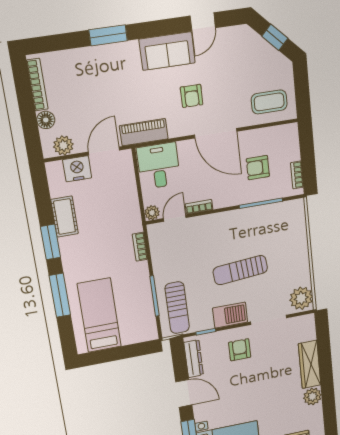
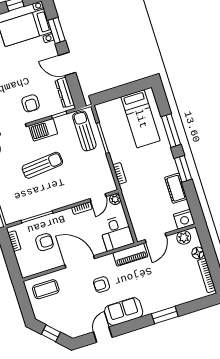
armchair: (192, 96) -> (101, 285), turned -90
nightstand: (77, 169) -> (184, 219), moved

